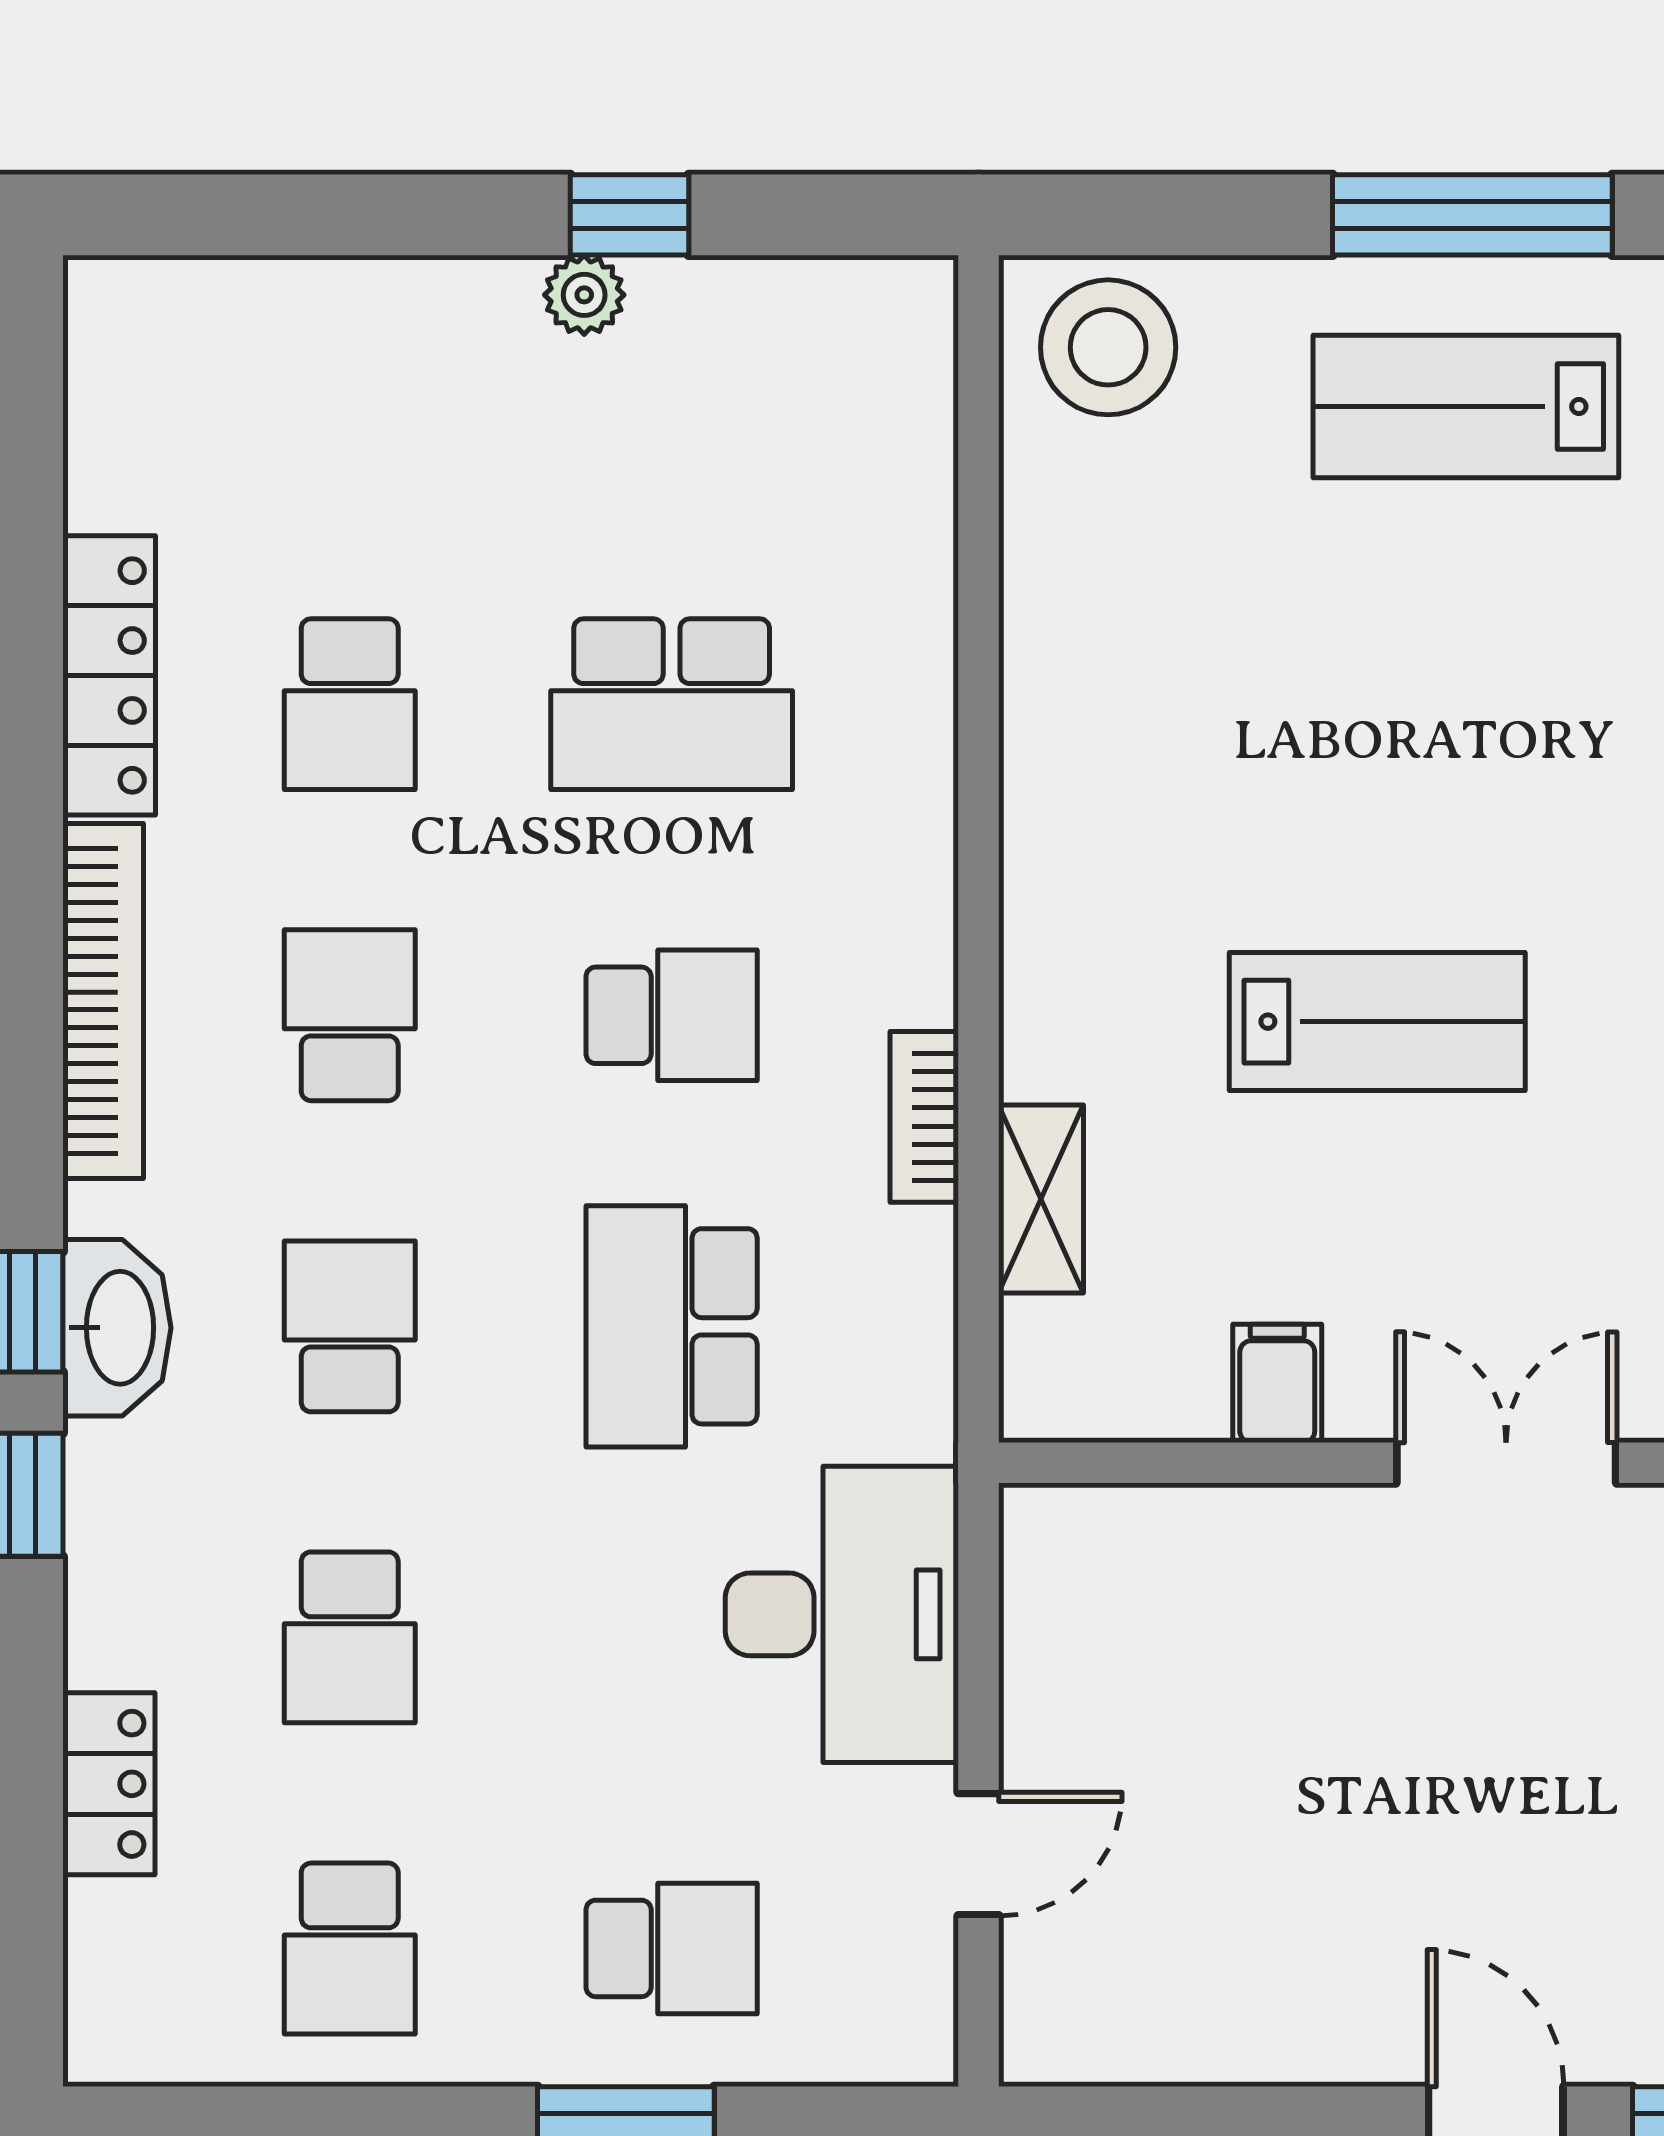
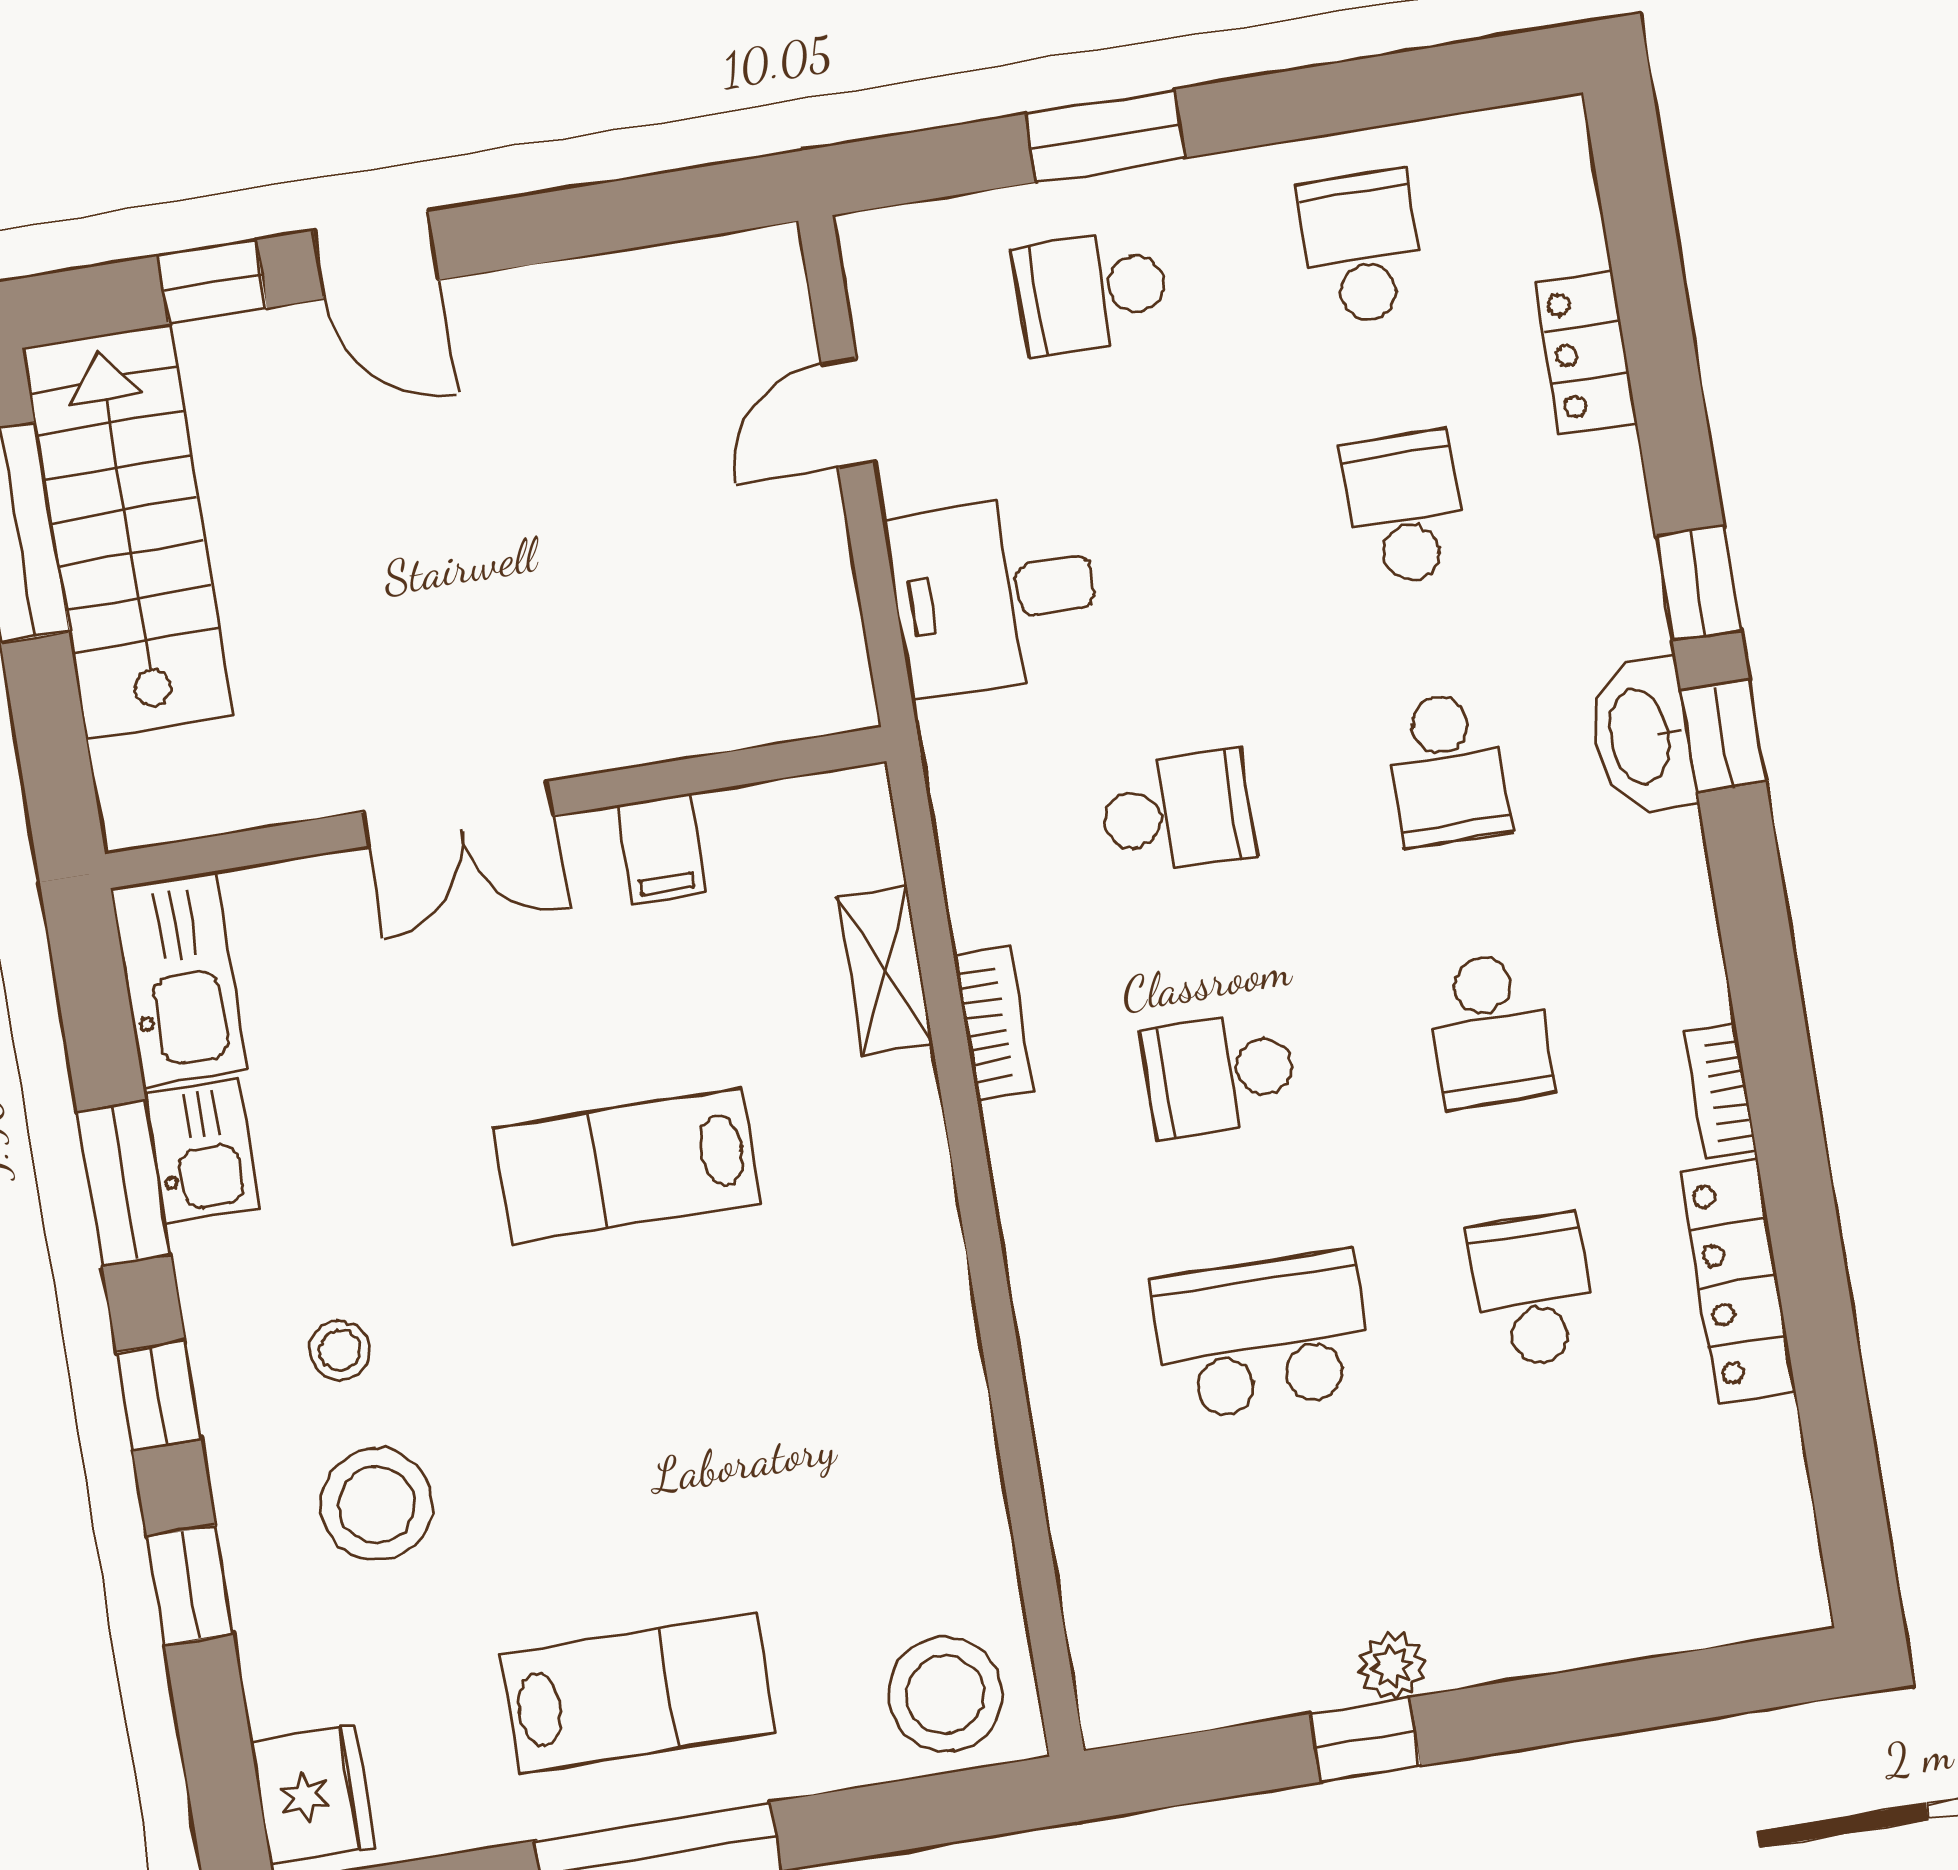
bookcase: (103, 1001) -> (1720, 1091), width x0.43, depth x0.76
school desk: (672, 1326) -> (1177, 813), width x0.54
desk: (842, 1614) -> (995, 595), width x0.73

